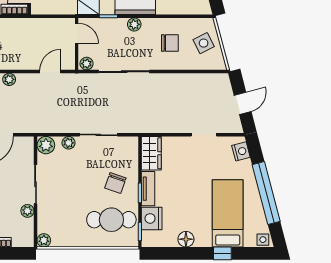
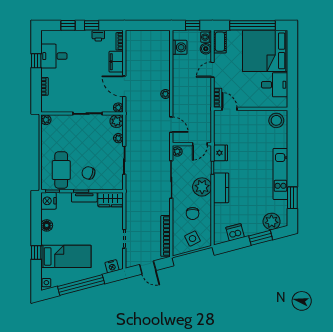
plant: (134, 24) -> (202, 187), width x1.88, depth x1.88
bookcase: (200, 79) -> (165, 236), added
plant: (27, 211) -> (118, 108), moved
nightstand: (152, 218) -> (48, 201), moved, turned -90

